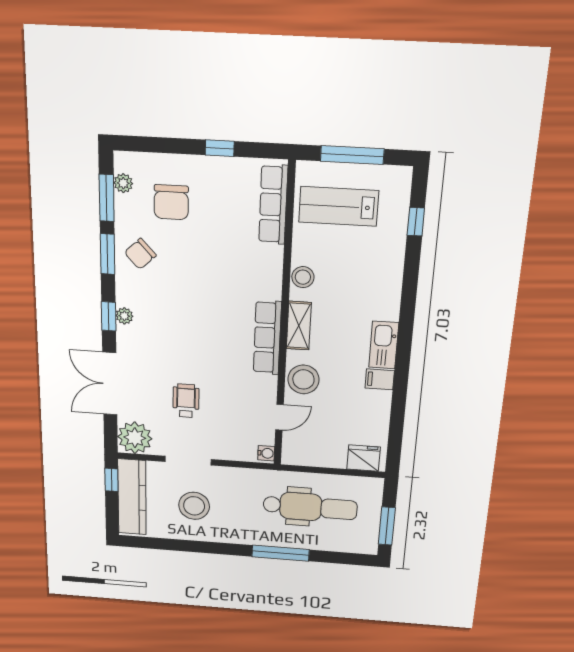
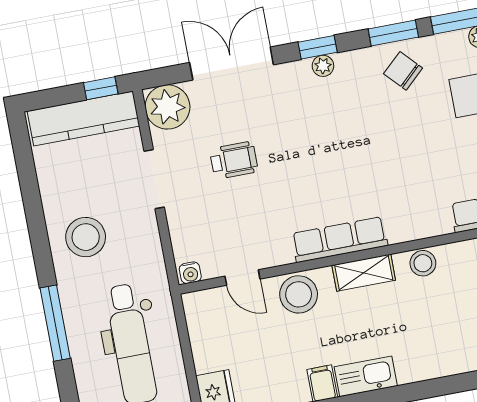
stool: (194, 506) -> (86, 237), moved

